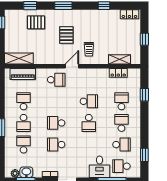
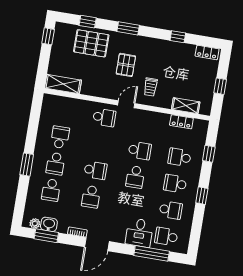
pallet: (36, 22) -> (91, 43), width x1.50, depth x1.42
piano: (23, 74) -> (65, 104), removed
school desk: (121, 101) -> (180, 157), turned -90
school desk: (56, 123) -> (95, 170), turned 180
school desk: (121, 123) -> (175, 184), turned -90
school desk: (24, 145) -> (51, 190), turned 180
school desk: (56, 145) -> (91, 197), turned -90
window: (144, 155) -> (202, 196), moved

